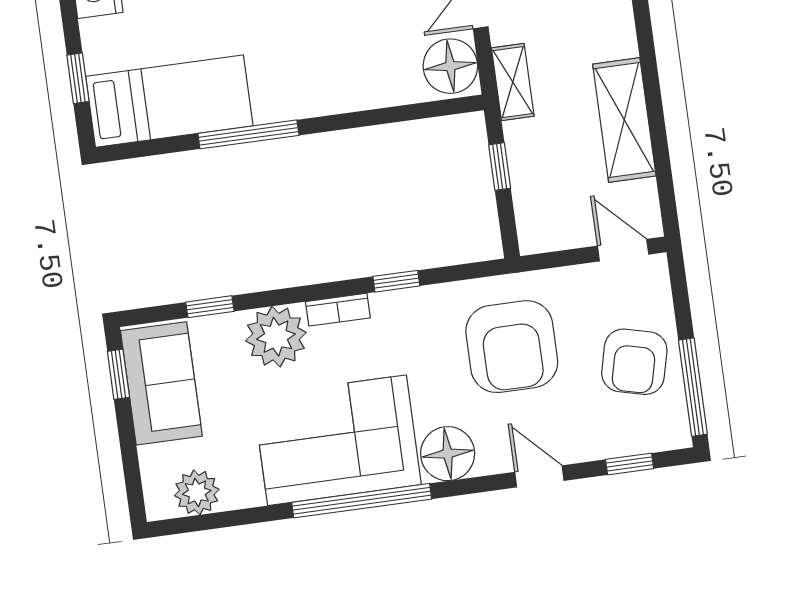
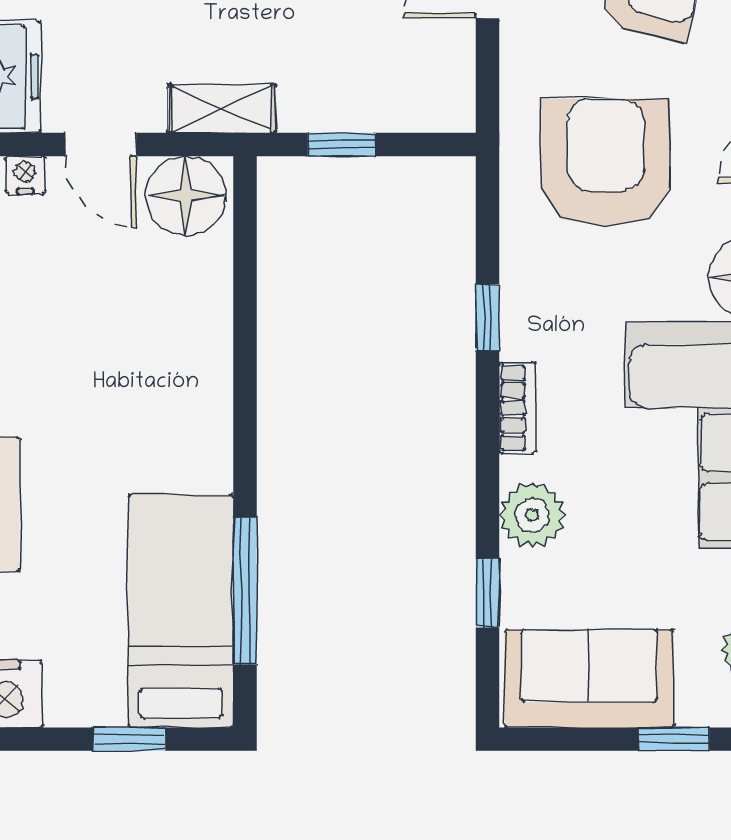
window: (248, 134) -> (245, 591), moved
plant: (276, 337) -> (532, 515), width x0.73, depth x0.73
armchair: (512, 347) -> (605, 163), turned -90
window: (118, 374) -> (674, 739), moved

